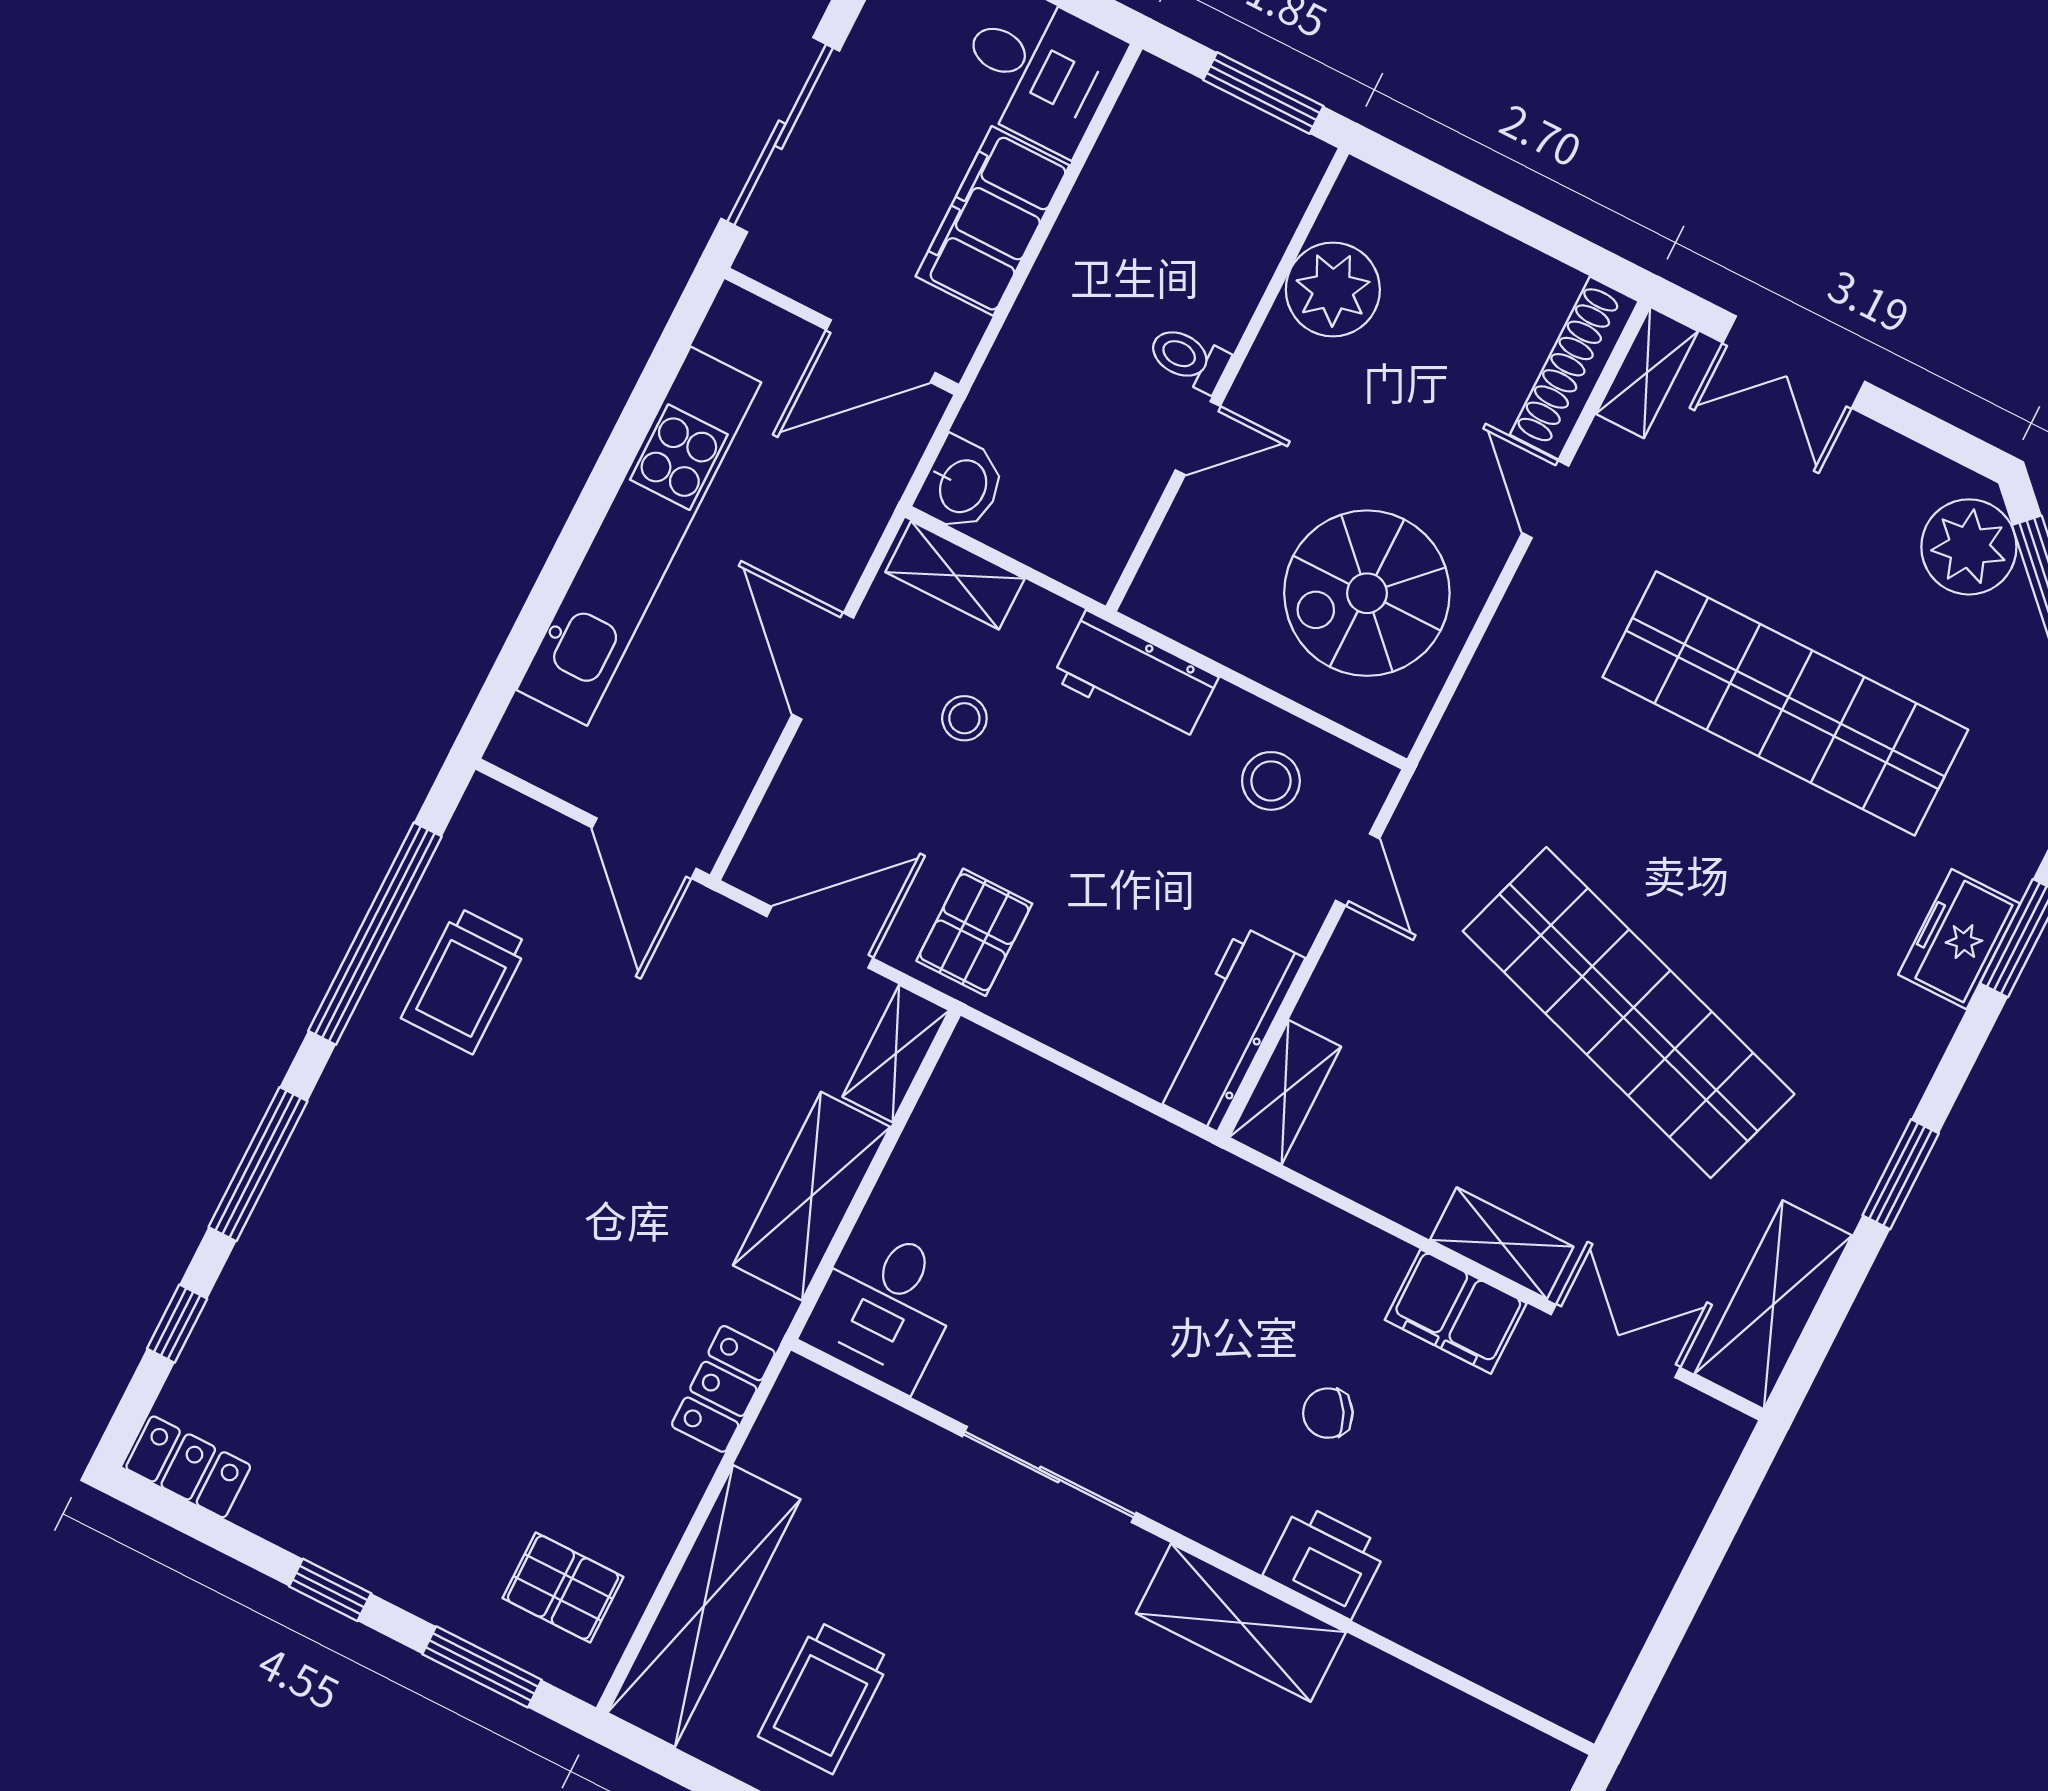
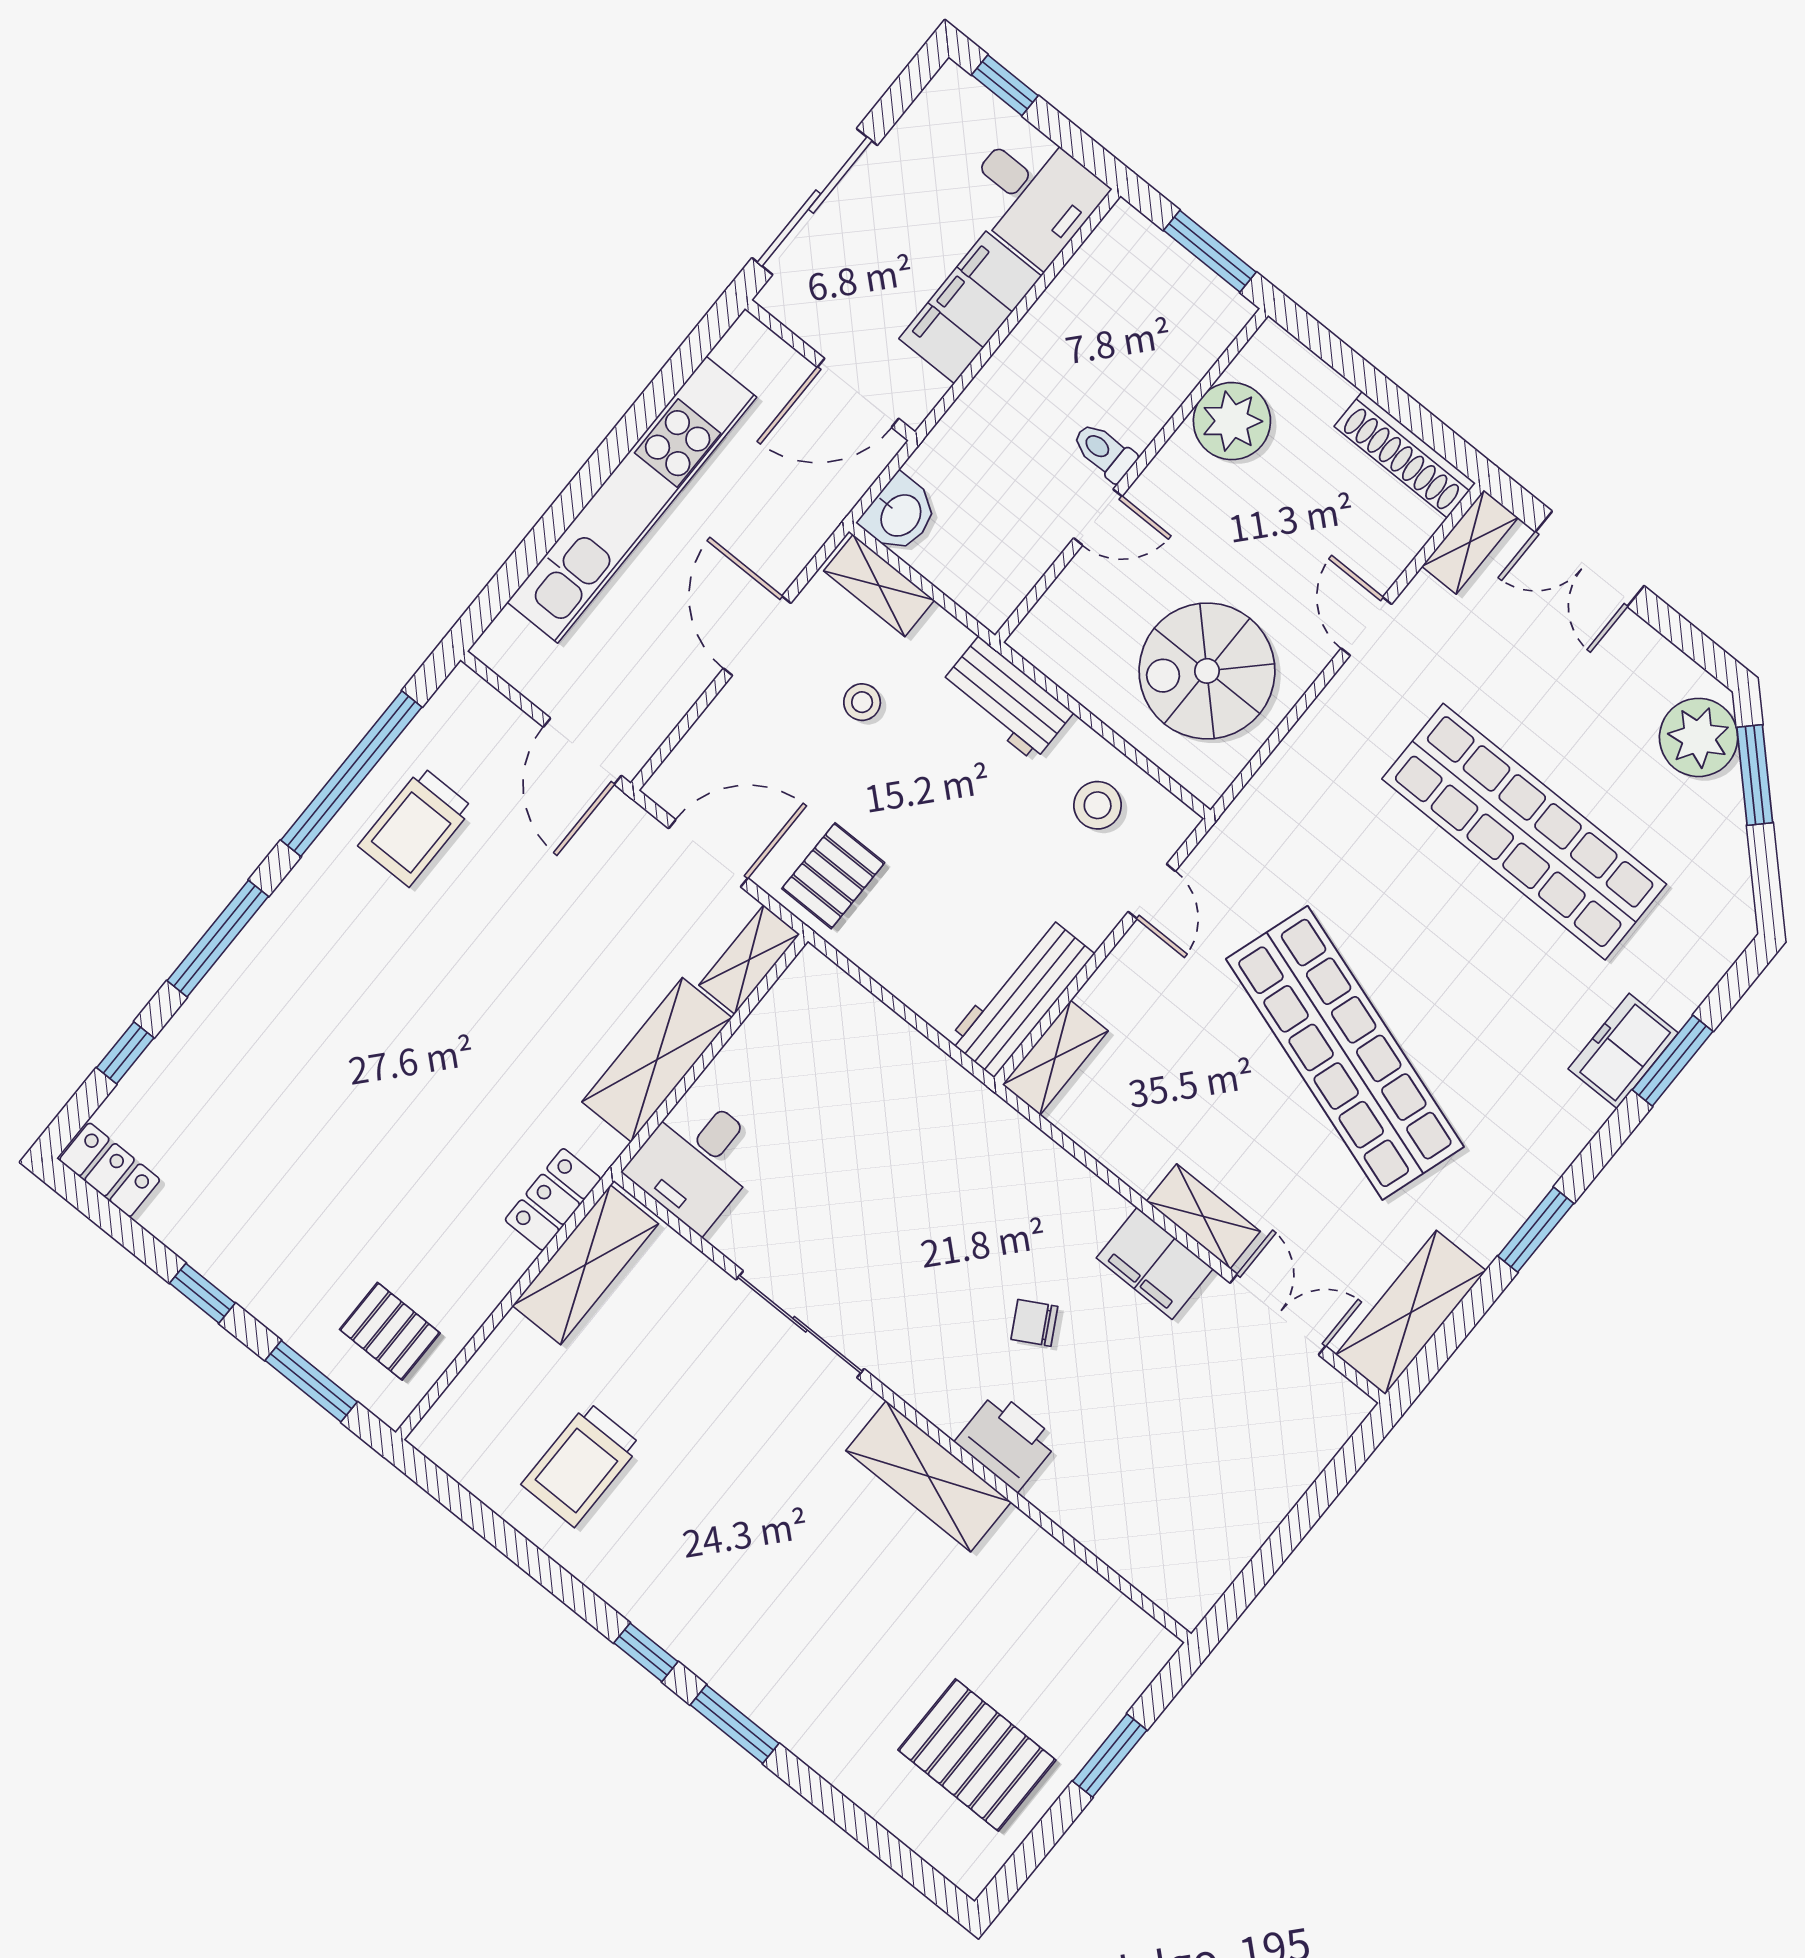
shoe rack: (1574, 368) -> (1405, 455), moved, turned -90
shelving: (704, 1606) -> (585, 1265), moved, width x0.68

